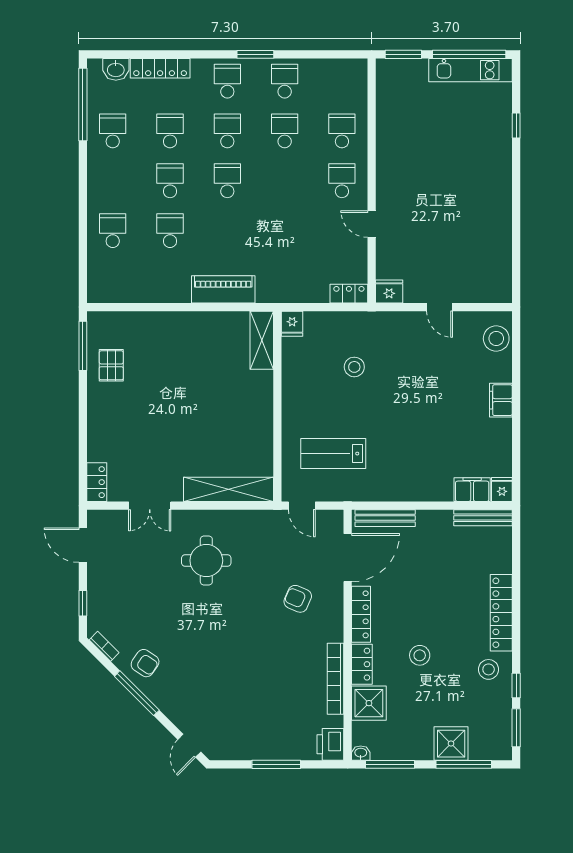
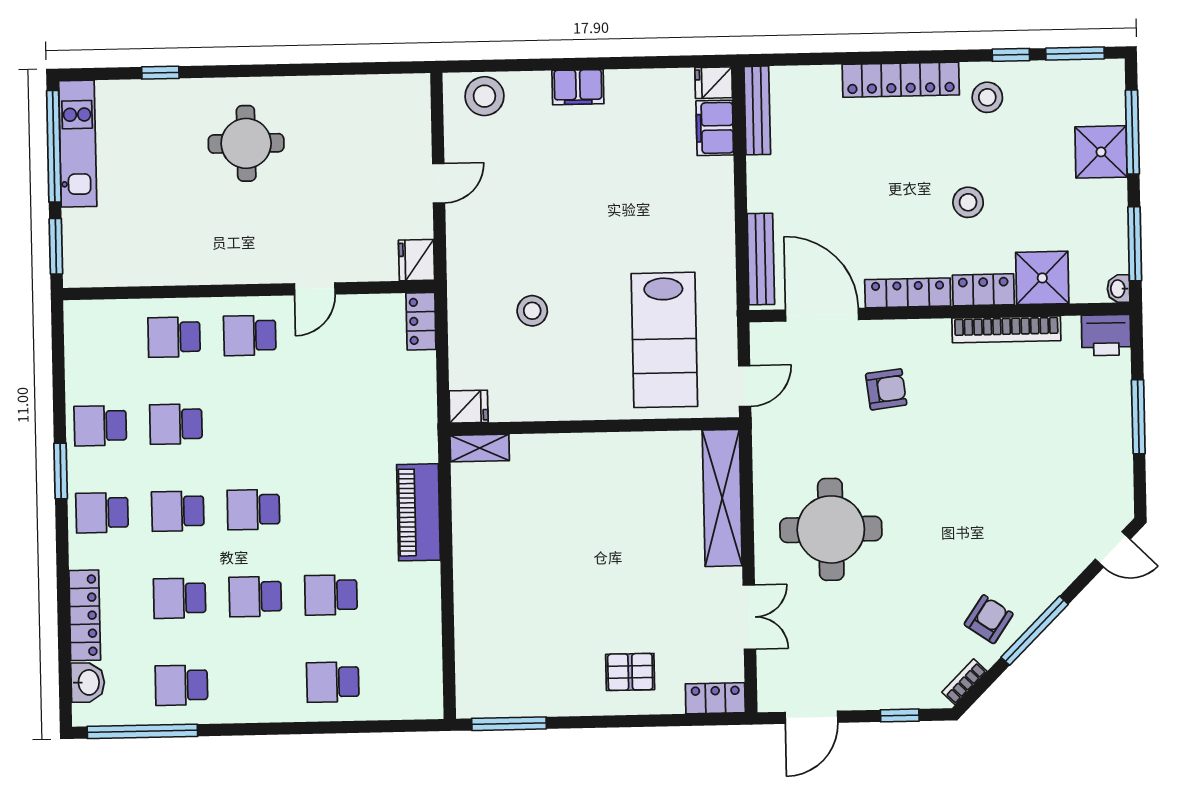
round table: (468, 181) -> (246, 143), added
shelving: (262, 340) -> (480, 448), width x0.67, depth x0.75
pallet: (111, 365) -> (630, 672), moved
lab bench: (333, 454) -> (664, 340), width x1.36, depth x1.39
round table: (206, 560) -> (831, 529), width x1.36, depth x1.36
armchair: (298, 599) -> (886, 389), turned -120

